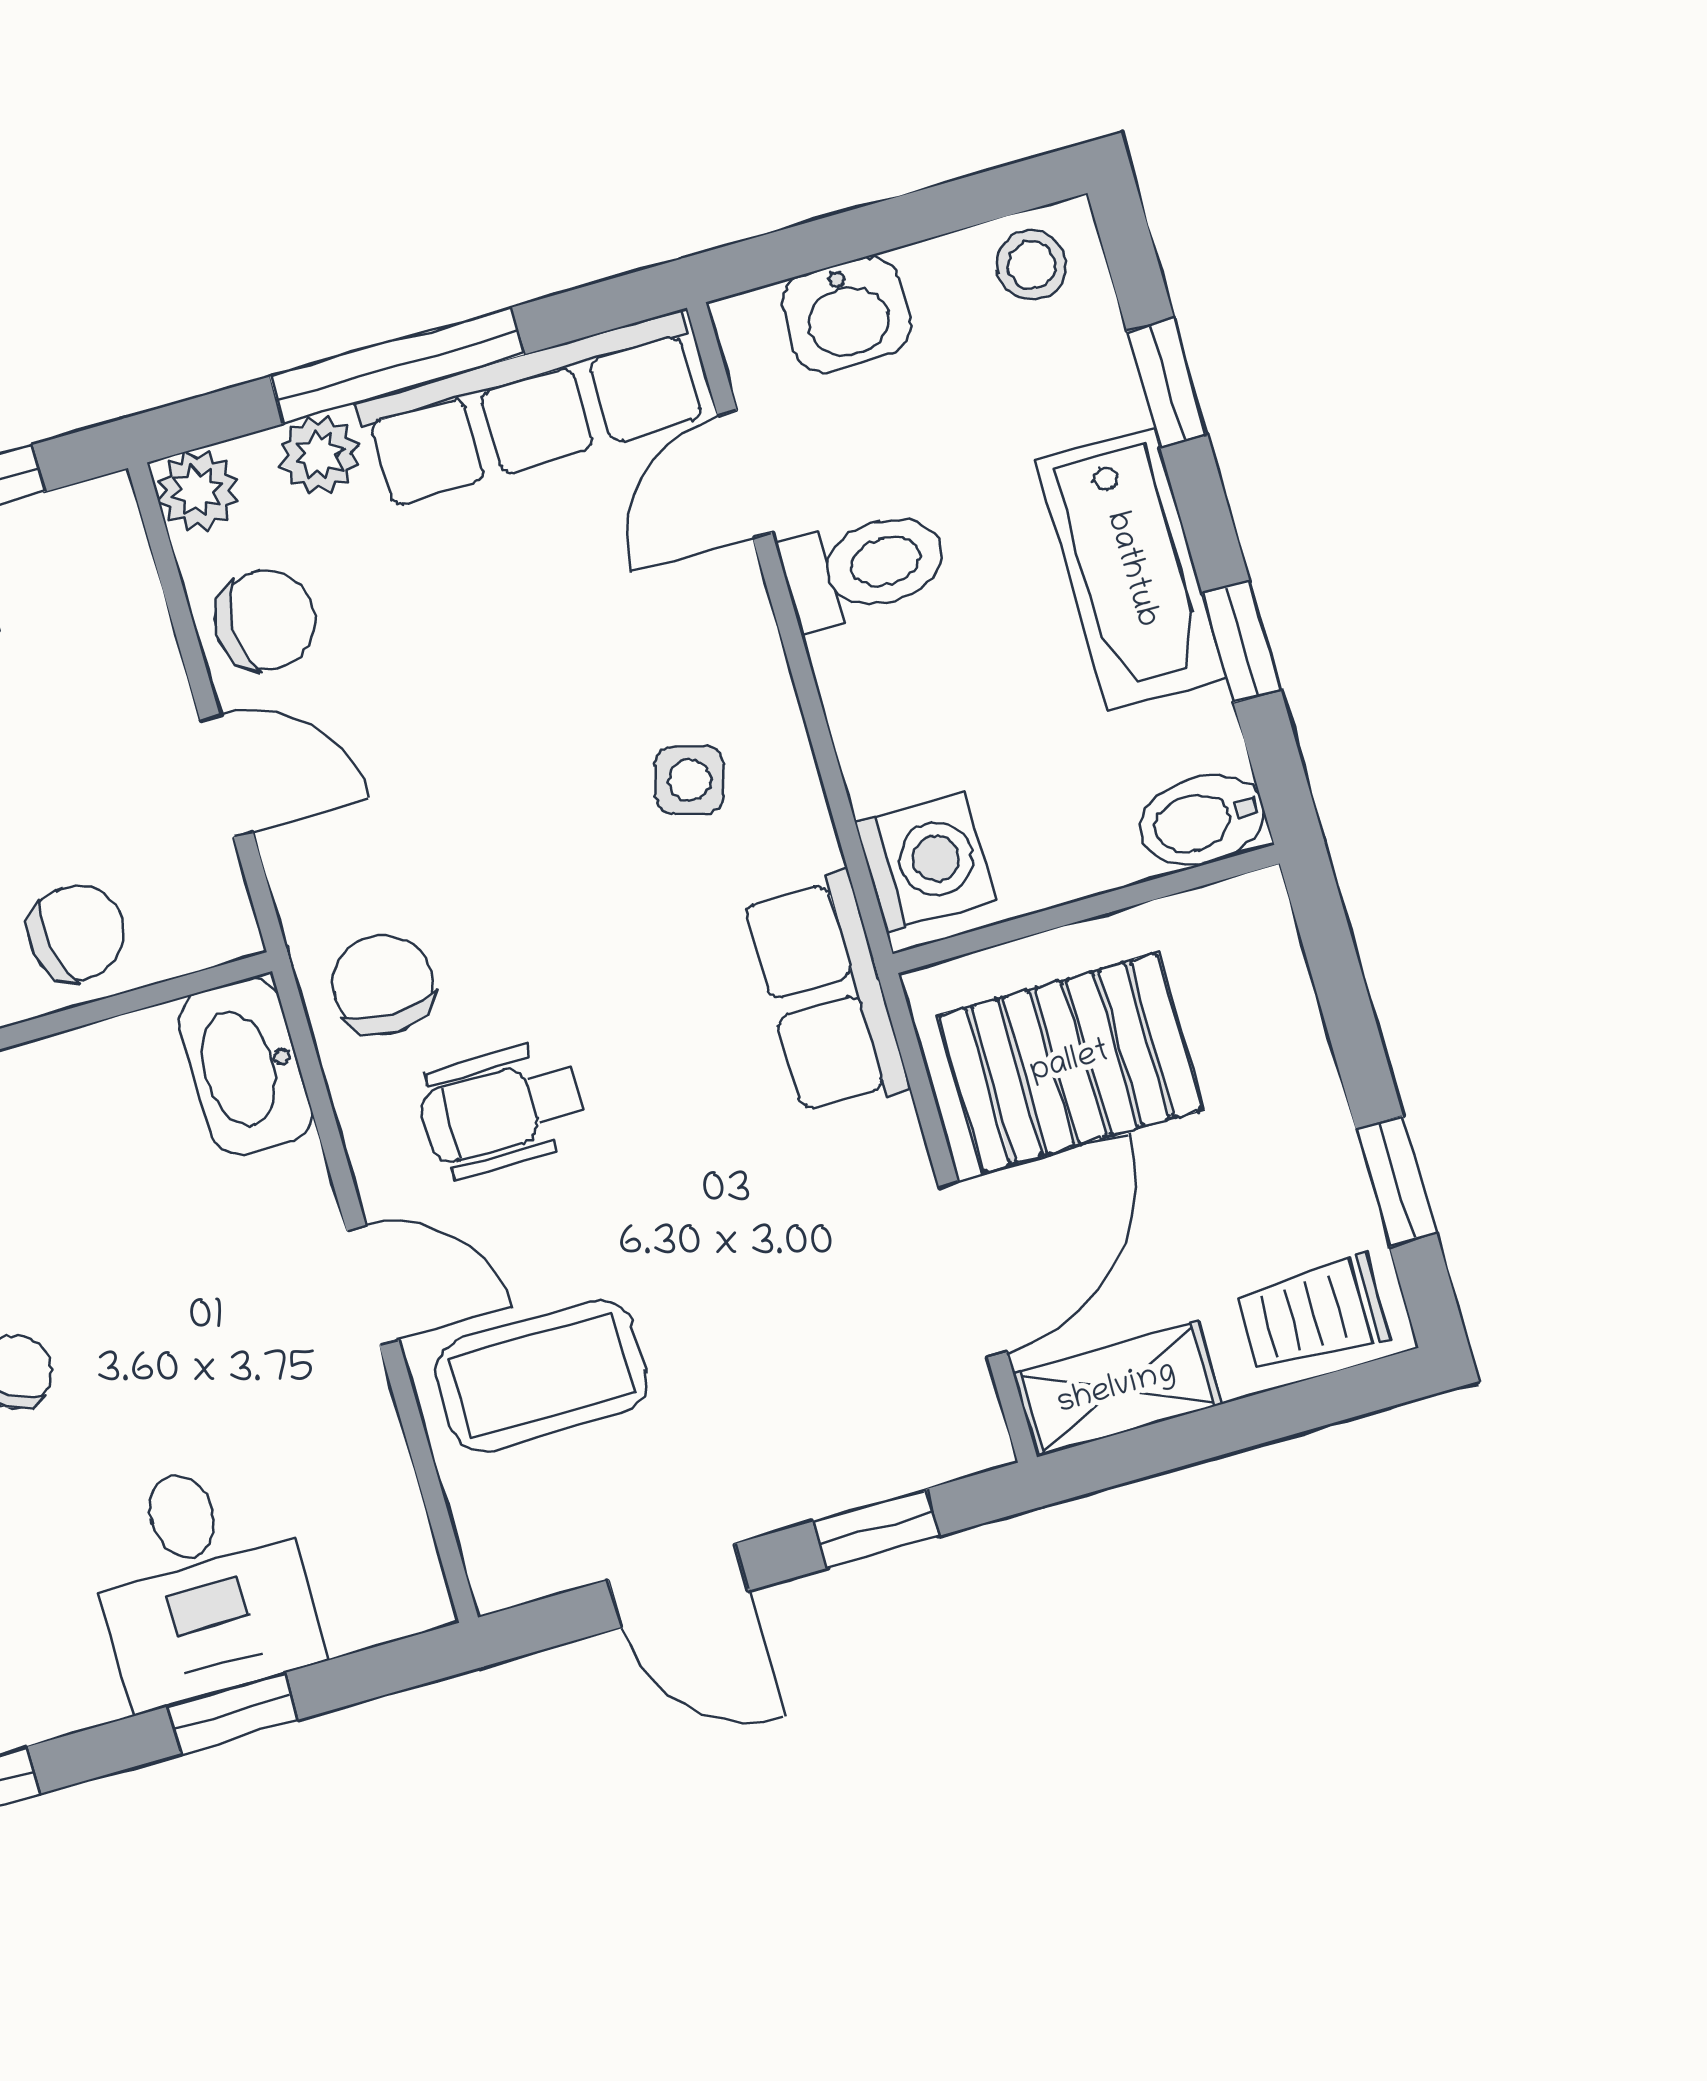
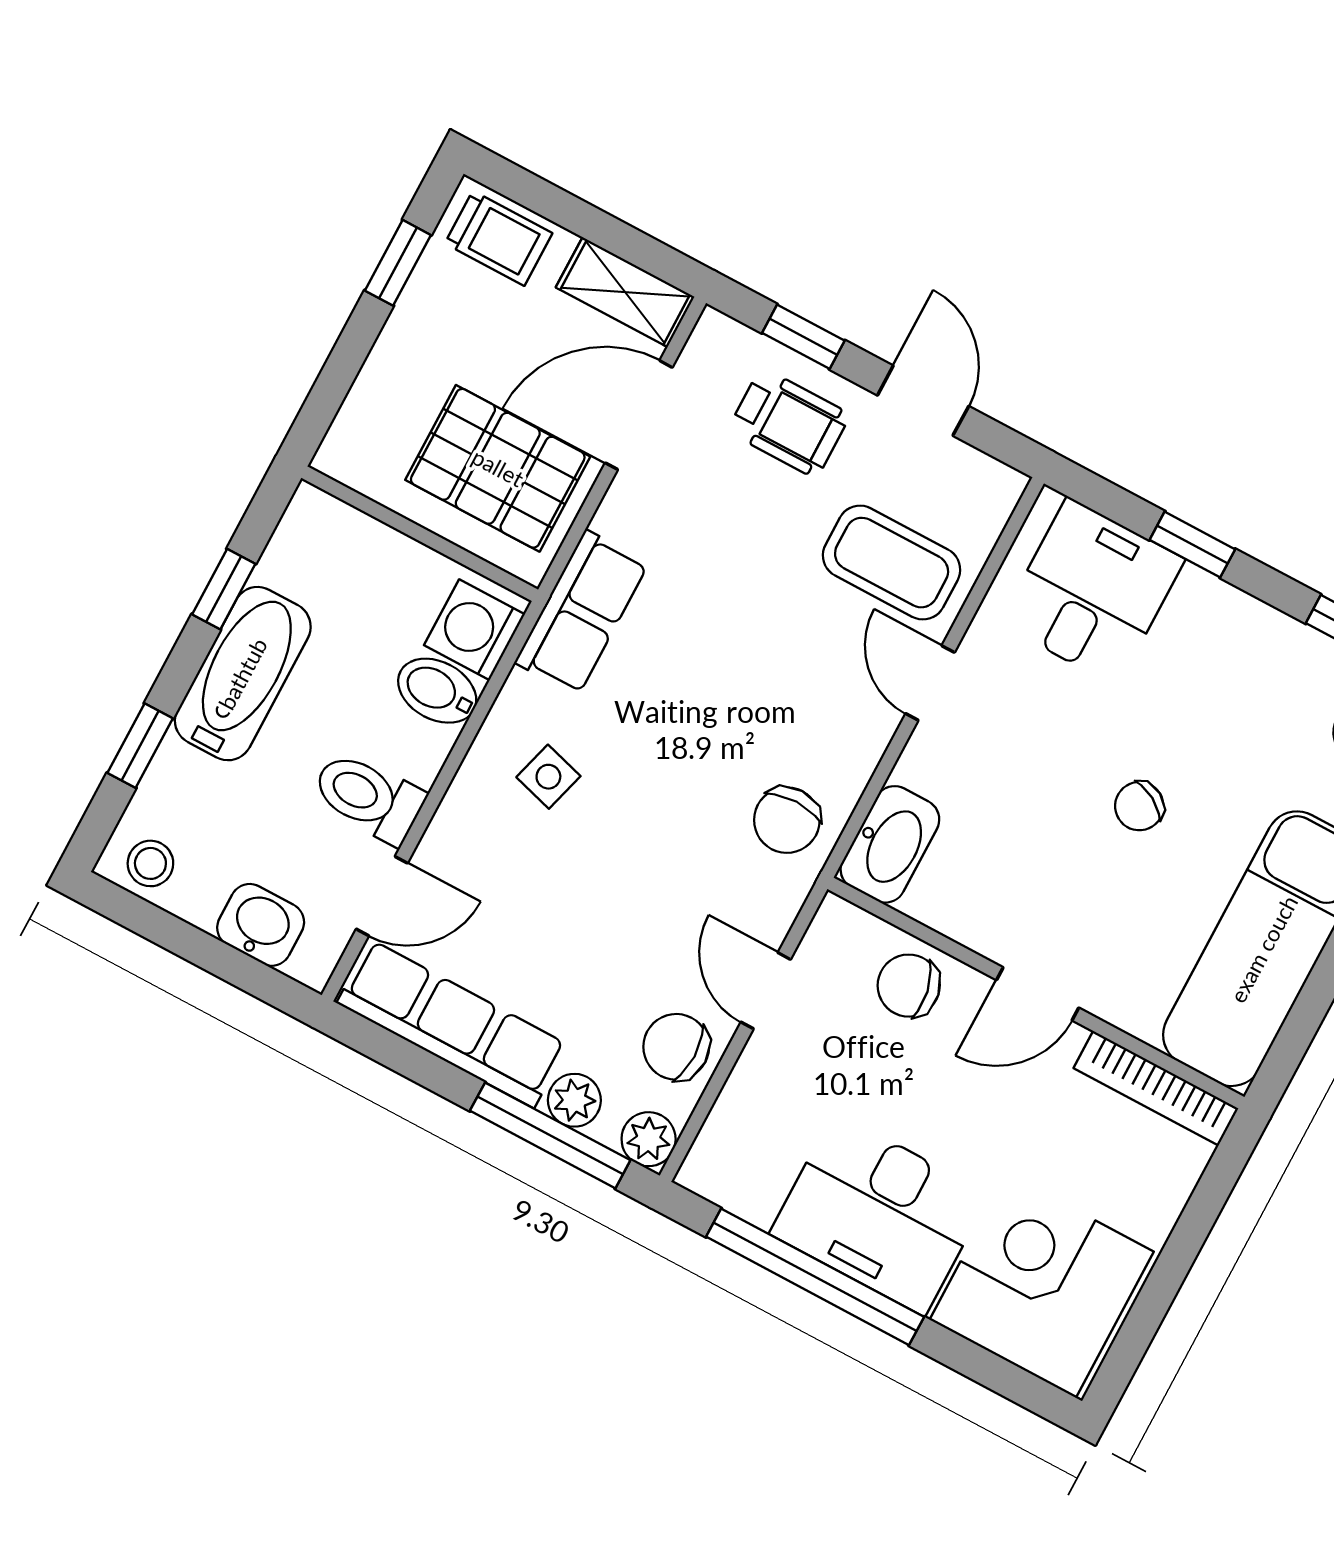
window: (397, 366) -> (550, 1135), moved
bidet: (1202, 820) -> (437, 691), moved, turned 180
wheelchair: (502, 1109) -> (789, 423), moved
desk: (201, 1582) -> (1092, 592), moved

